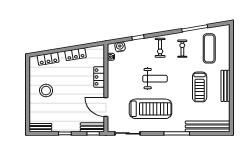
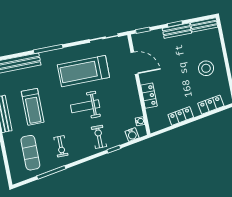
exercise bike: (160, 48) -> (99, 137), moved
treadmill: (200, 87) -> (33, 107), turned 180
bench: (92, 127) -> (177, 31), moved

